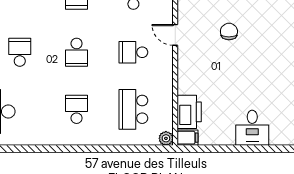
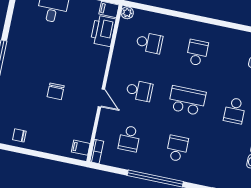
school desk: (77, 52) -> (187, 101), width x1.85
school desk: (77, 109) -> (197, 53), turned 180
school desk: (133, 109) -> (149, 43), width x0.54

